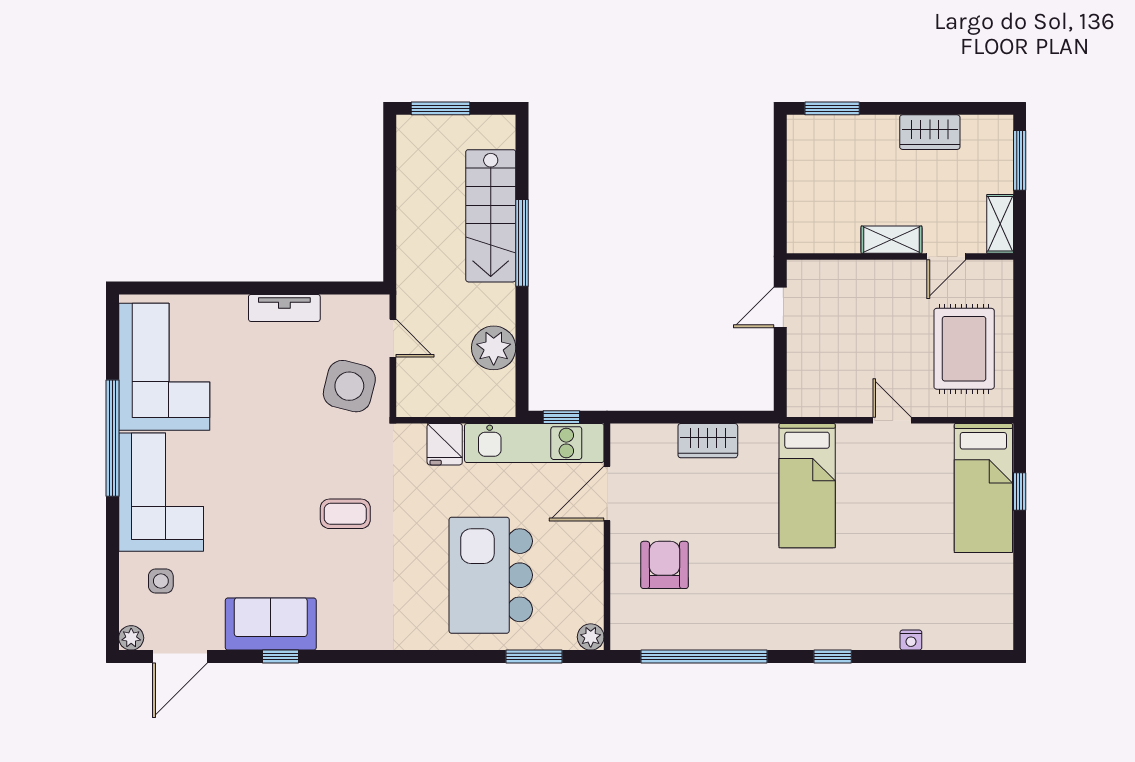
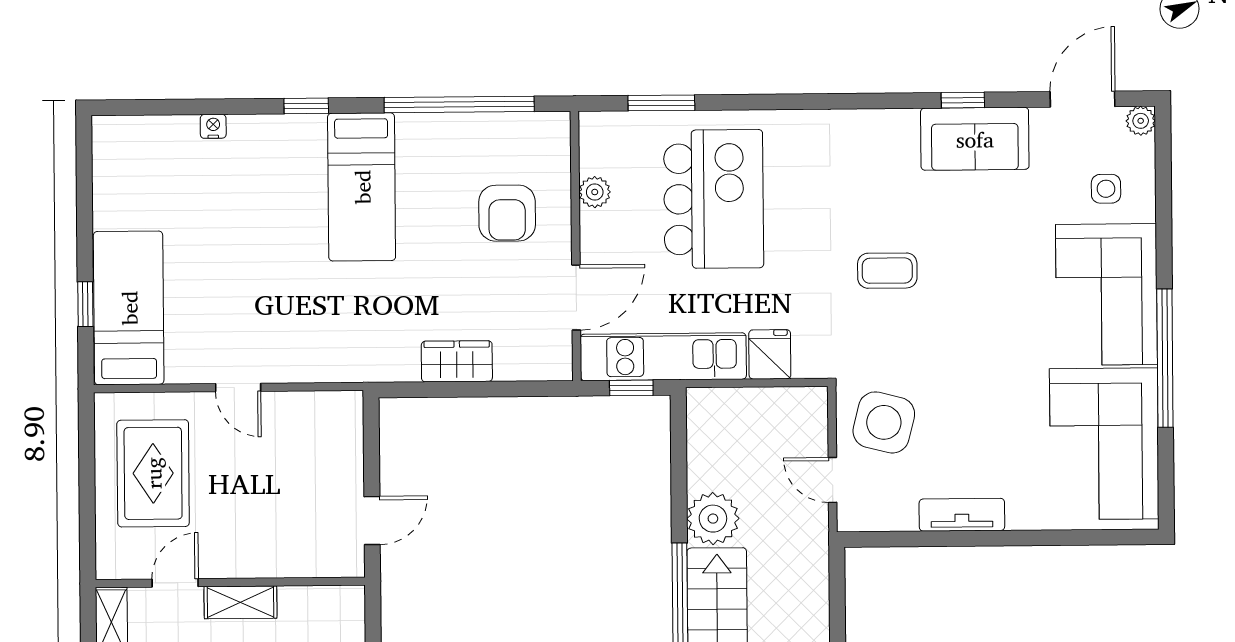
plant: (494, 348) -> (713, 519), moved
bed: (807, 486) -> (362, 187), moved, turned 180
plant: (591, 637) -> (595, 192), moved

